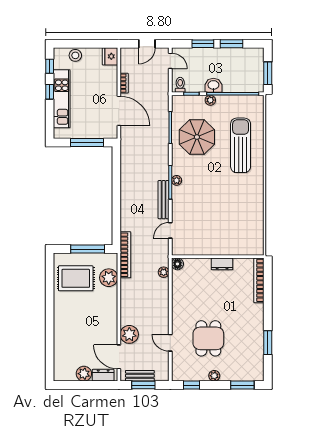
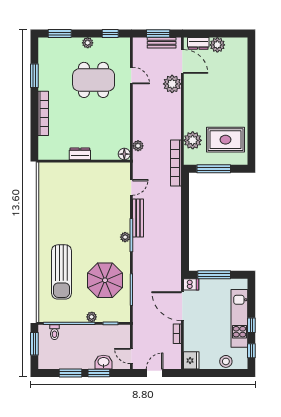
toilet: (180, 85) -> (55, 332), moved
washbasin: (213, 85) -> (104, 362), moved, turned 180
dishwasher: (110, 133) -> (191, 284), added
bookcase: (259, 280) -> (43, 113), moved
dining table: (208, 338) -> (94, 80), width x1.38

